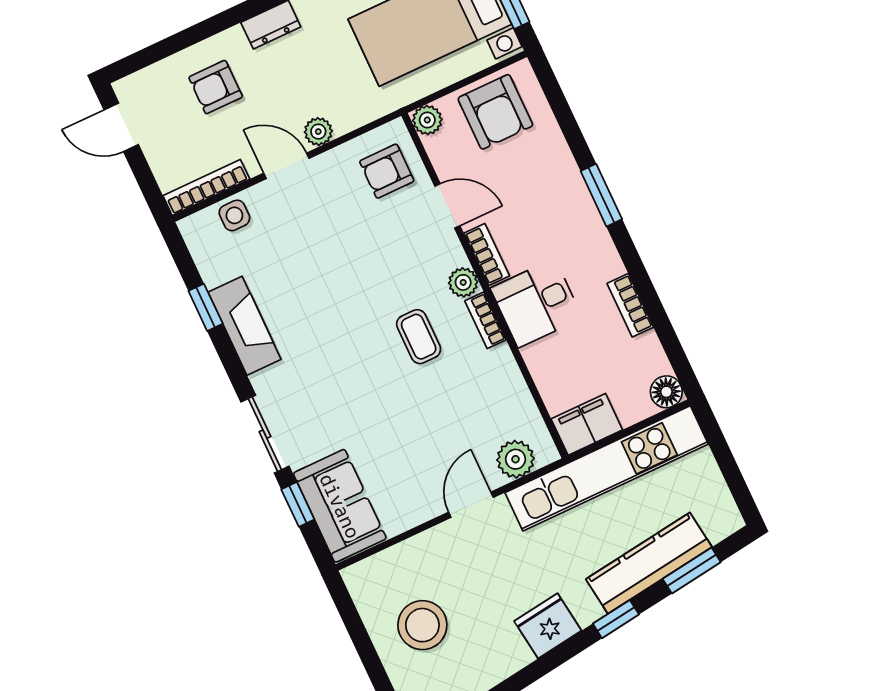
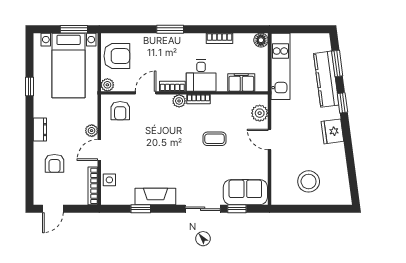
coffee table: (419, 337) -> (215, 139), moved
filing cabinet: (587, 424) -> (241, 82), moved, turned 90
kitchen unit: (607, 468) -> (280, 66), width x0.73

